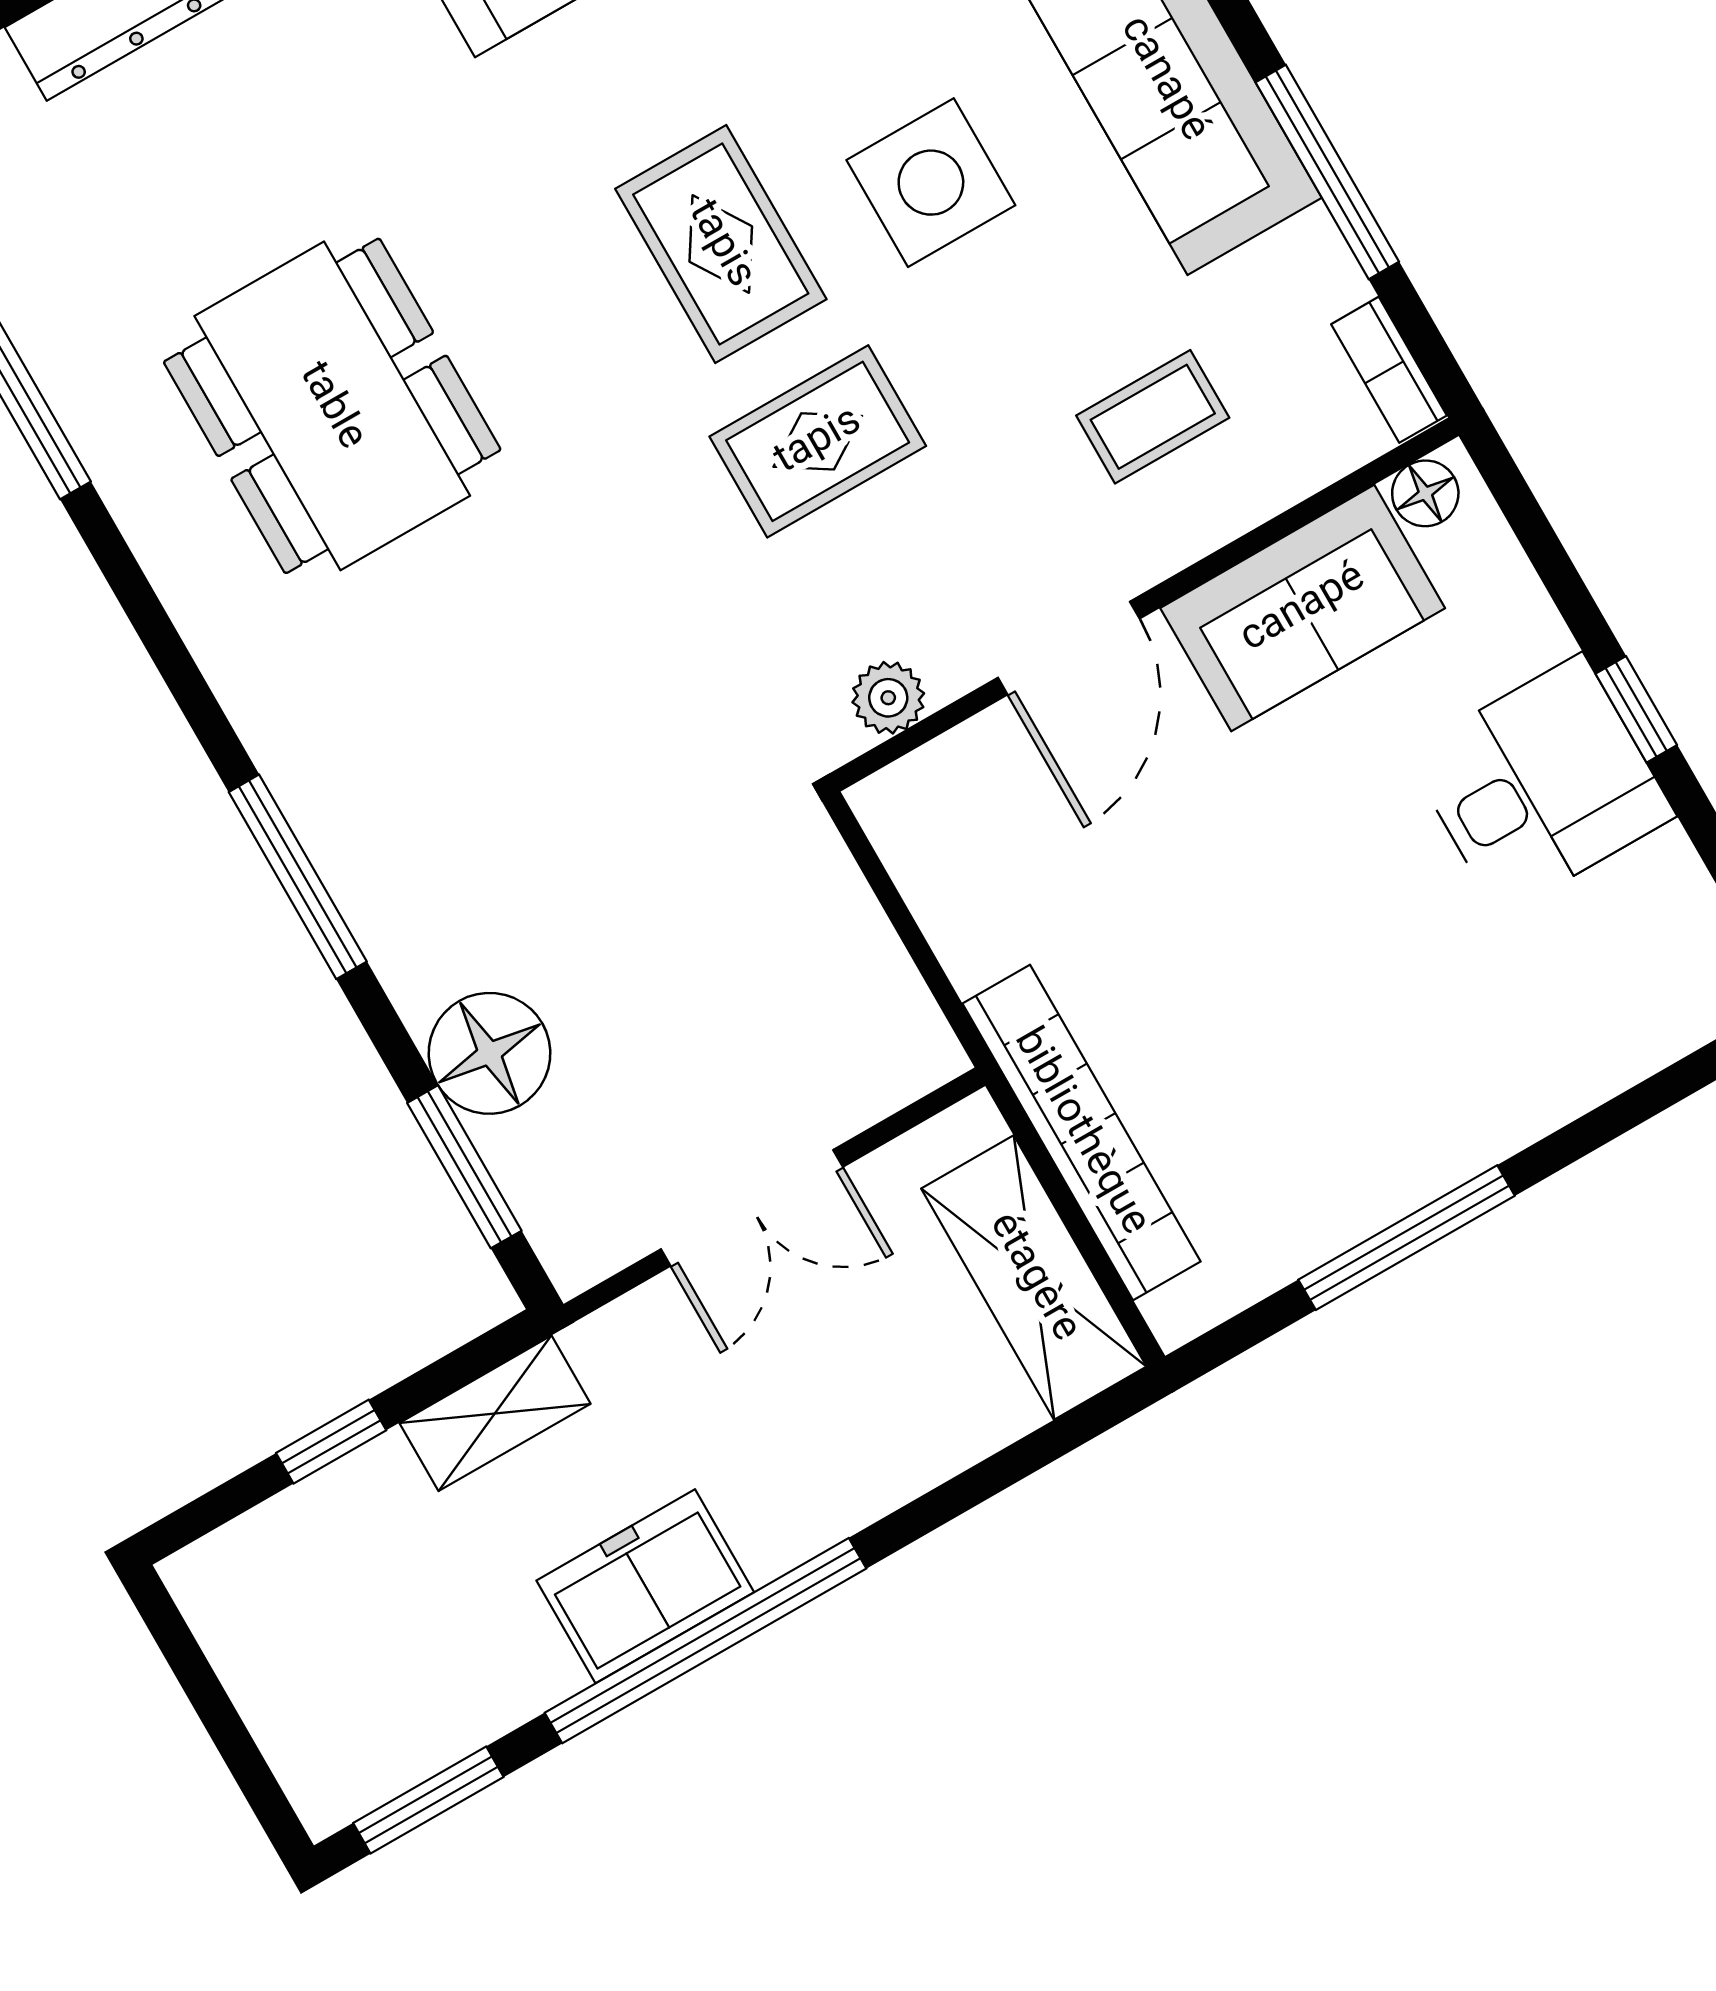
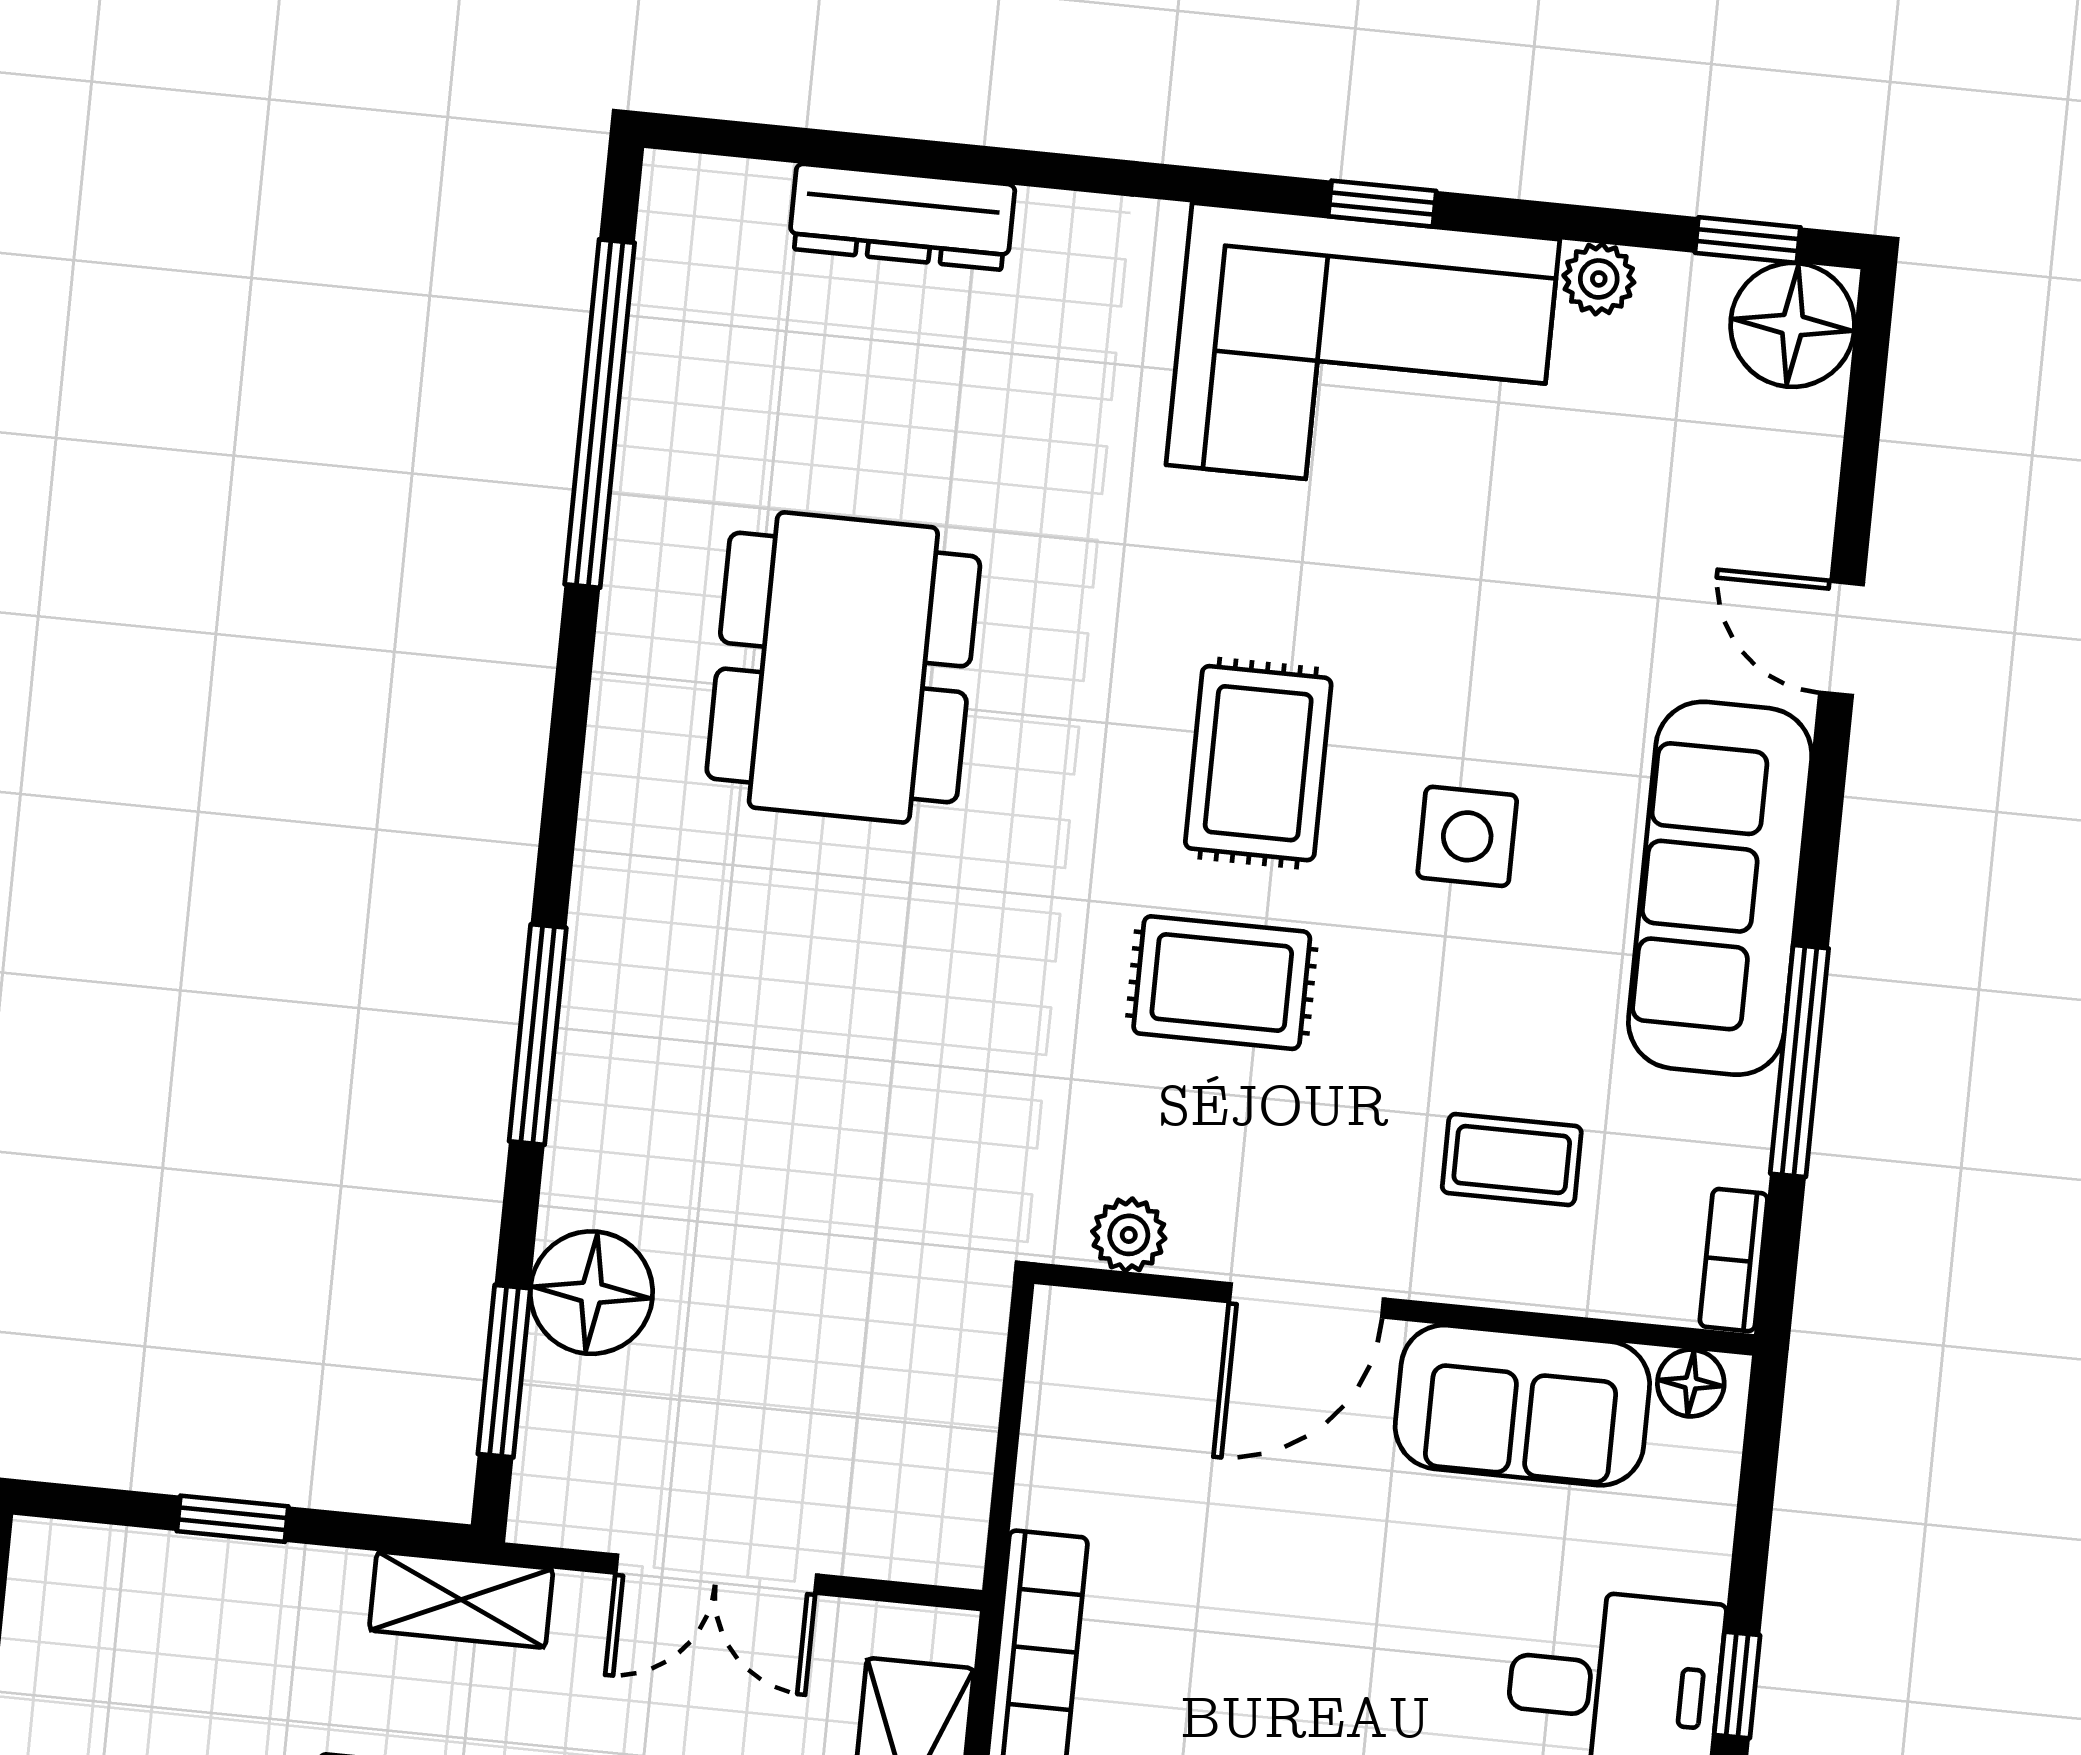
side table: (931, 183) -> (1467, 836), width x0.73, depth x0.73
shelving: (495, 1413) -> (461, 1600), moved

